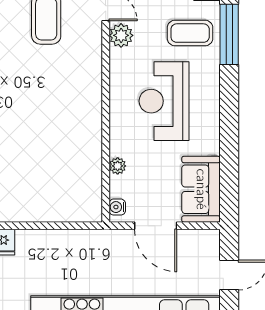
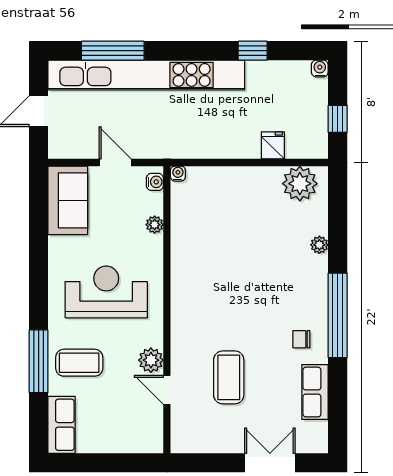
reception desk: (164, 101) -> (106, 292), turned -90
water cooler: (95, 215) -> (178, 174), added
door: (156, 226) -> (115, 162), width x0.73

